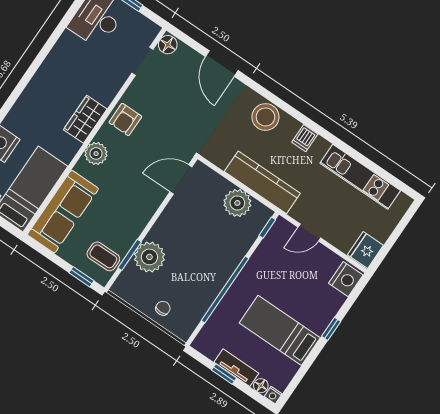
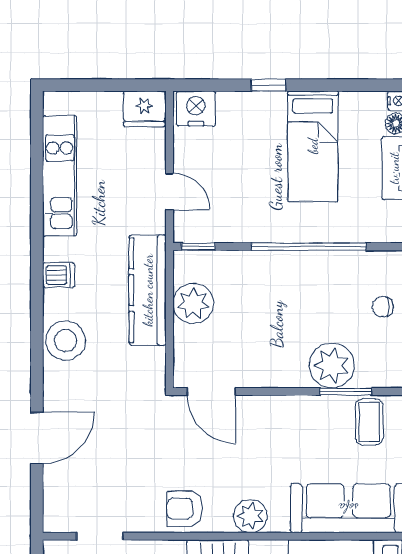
floor lamp: (168, 45) -> (59, 519), removed
armchair: (125, 119) -> (185, 509), turned 180

